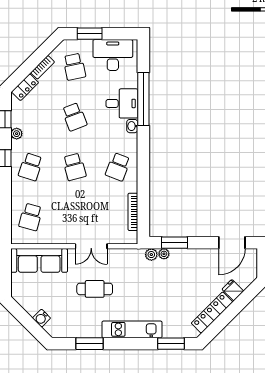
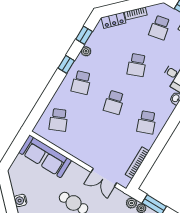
school desk: (31, 167) -> (81, 82), turned -36
school desk: (118, 167) -> (147, 122), turned -42
school desk: (31, 217) -> (59, 120), turned -39
double door: (91, 246) -> (104, 178), moved

